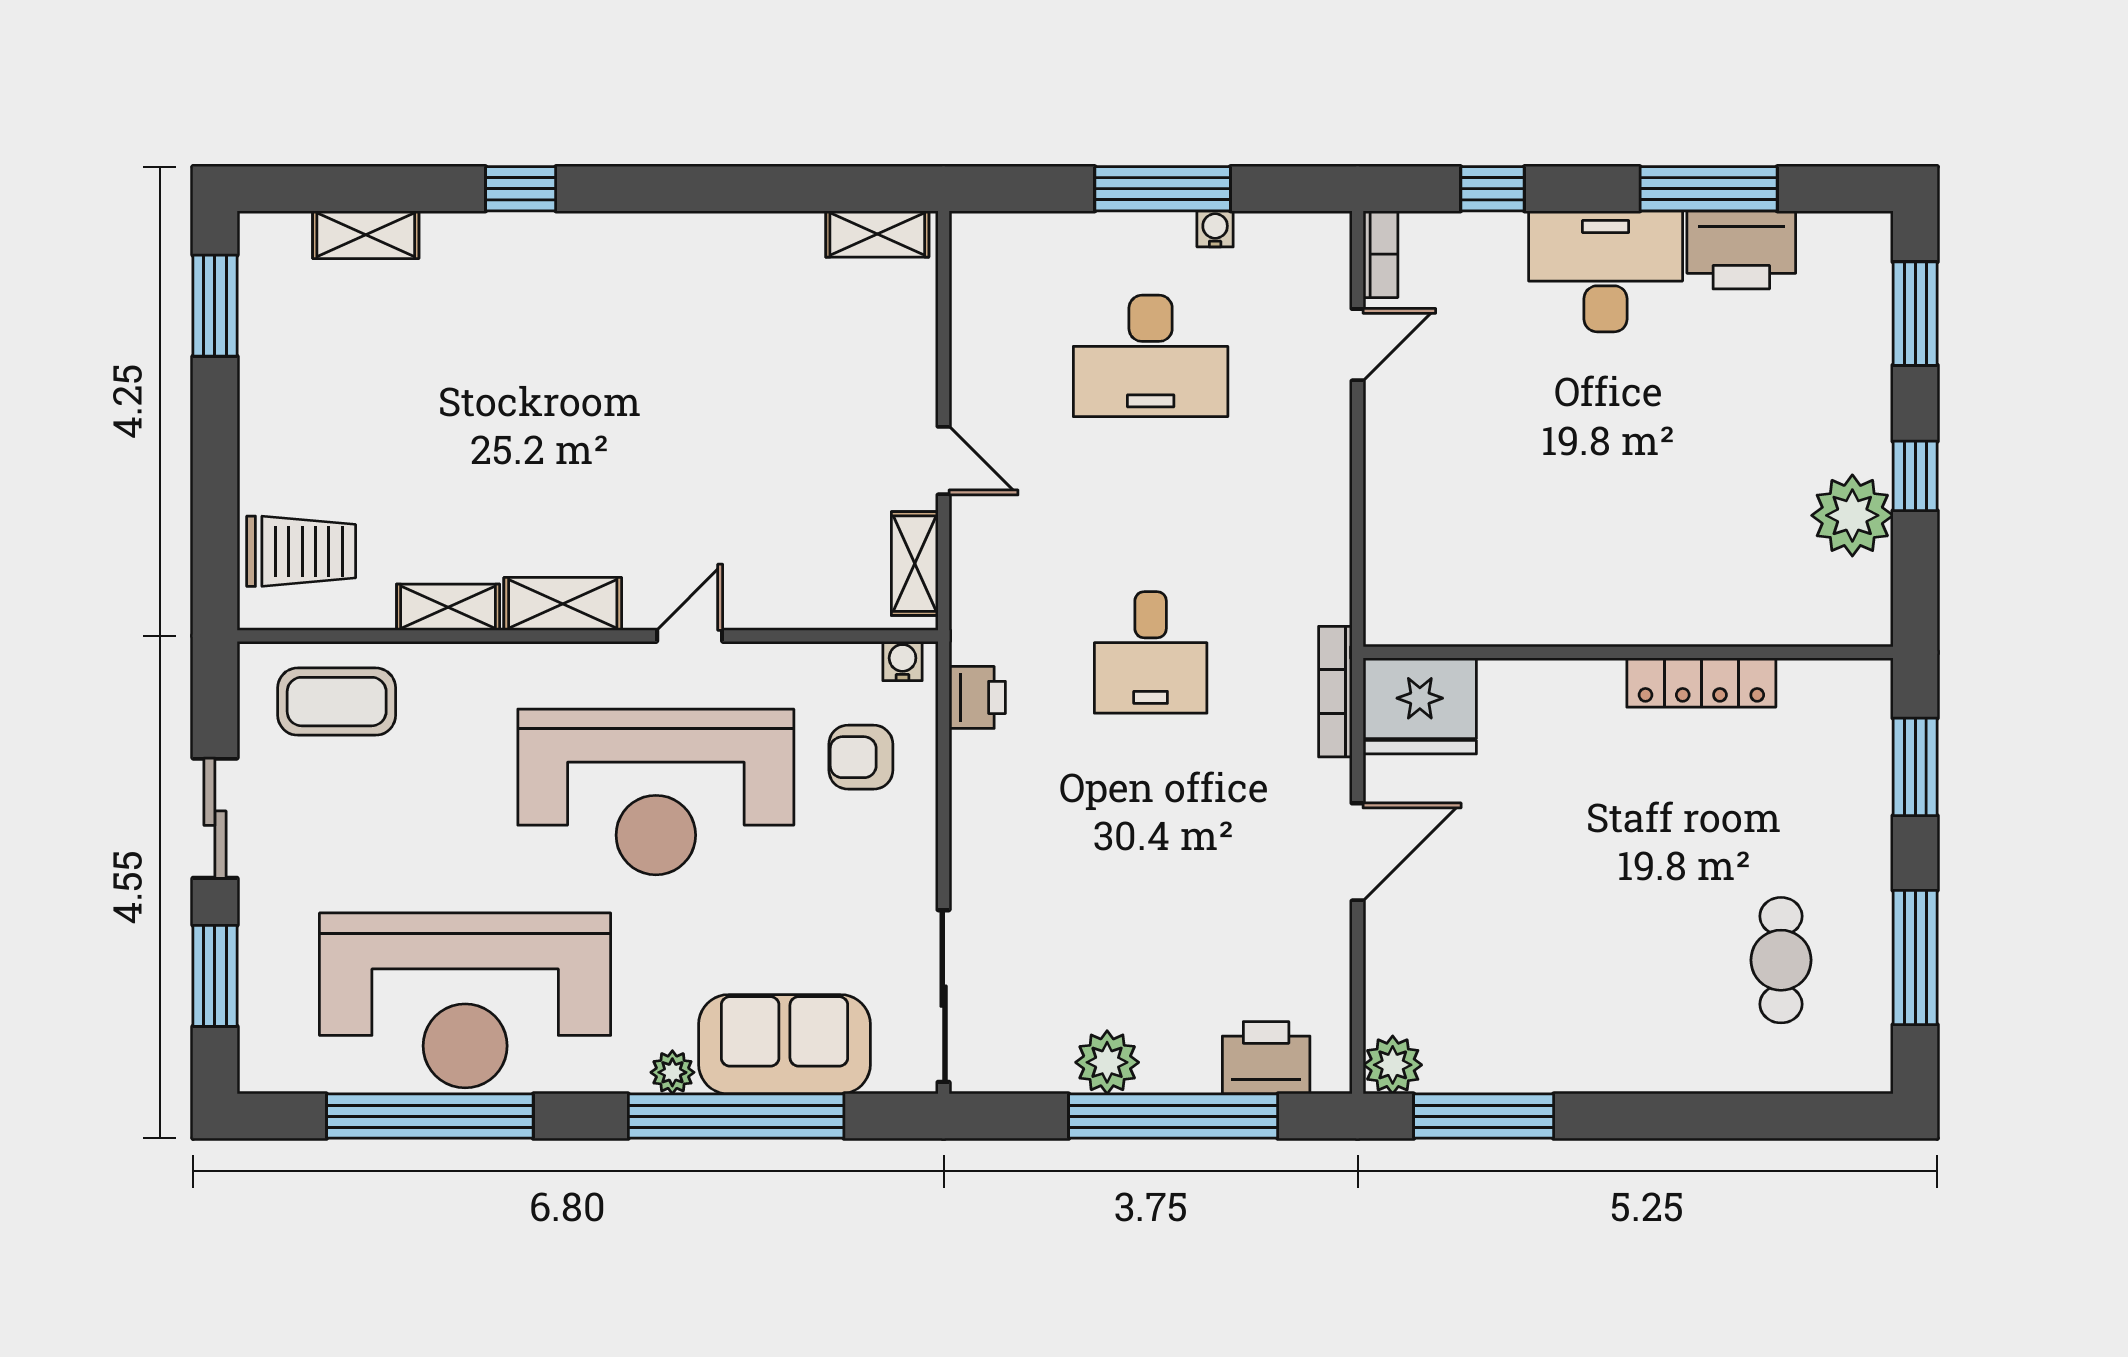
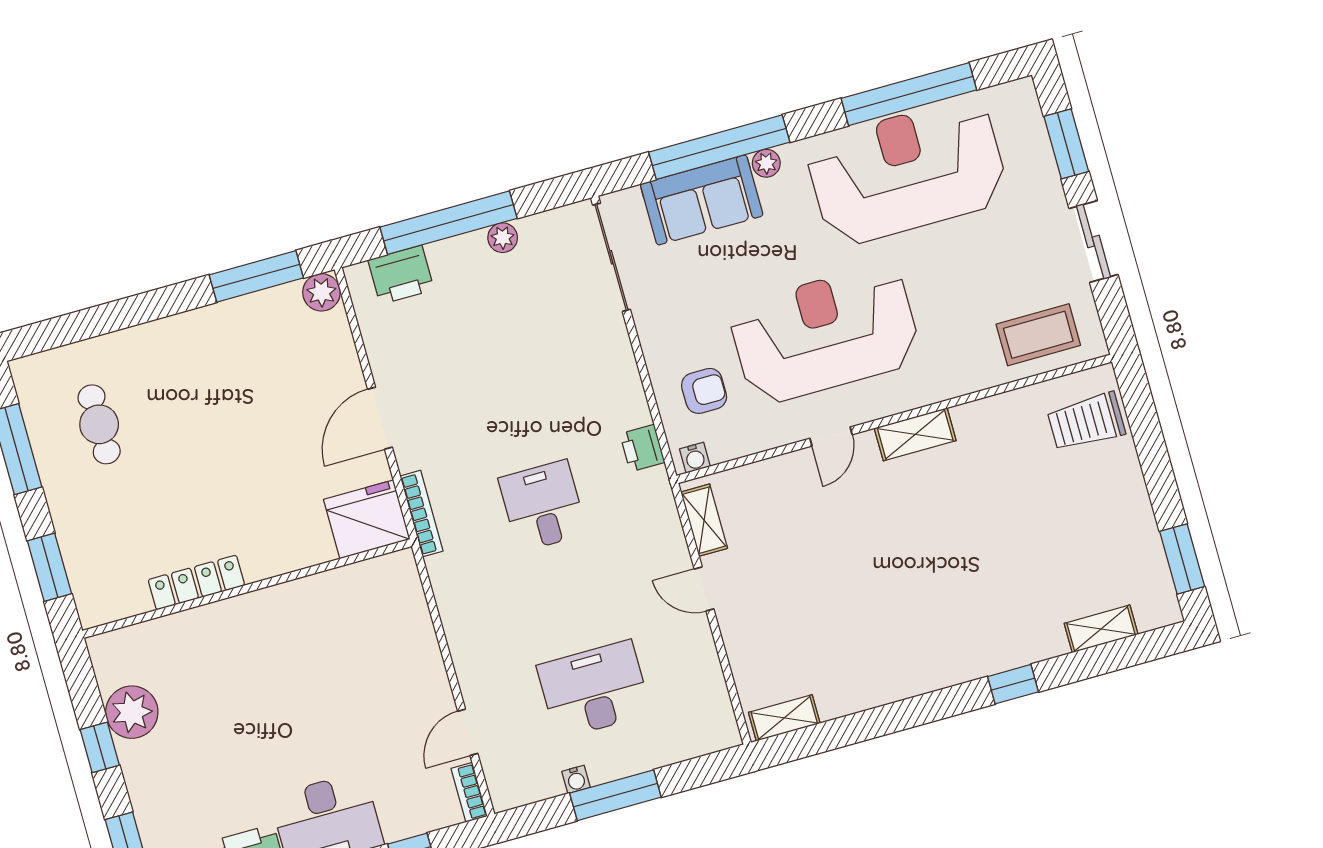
shelving: (448, 607) -> (986, 412), removed
plant: (1107, 1062) -> (503, 238), width x0.73, depth x0.73

